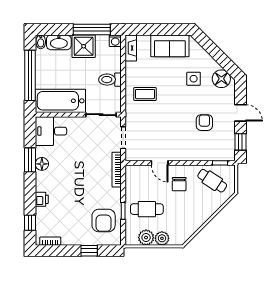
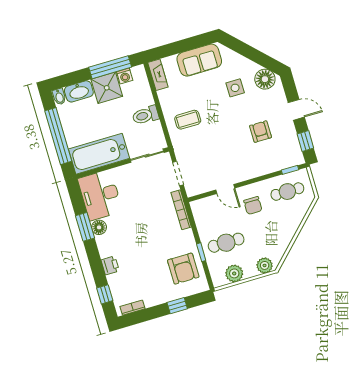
washing machine: (115, 41) -> (125, 76), moved
desk: (51, 131) -> (100, 195), width x1.37
cafe table: (212, 181) -> (287, 192), turned -33
plant: (162, 238) -> (265, 265), moved

